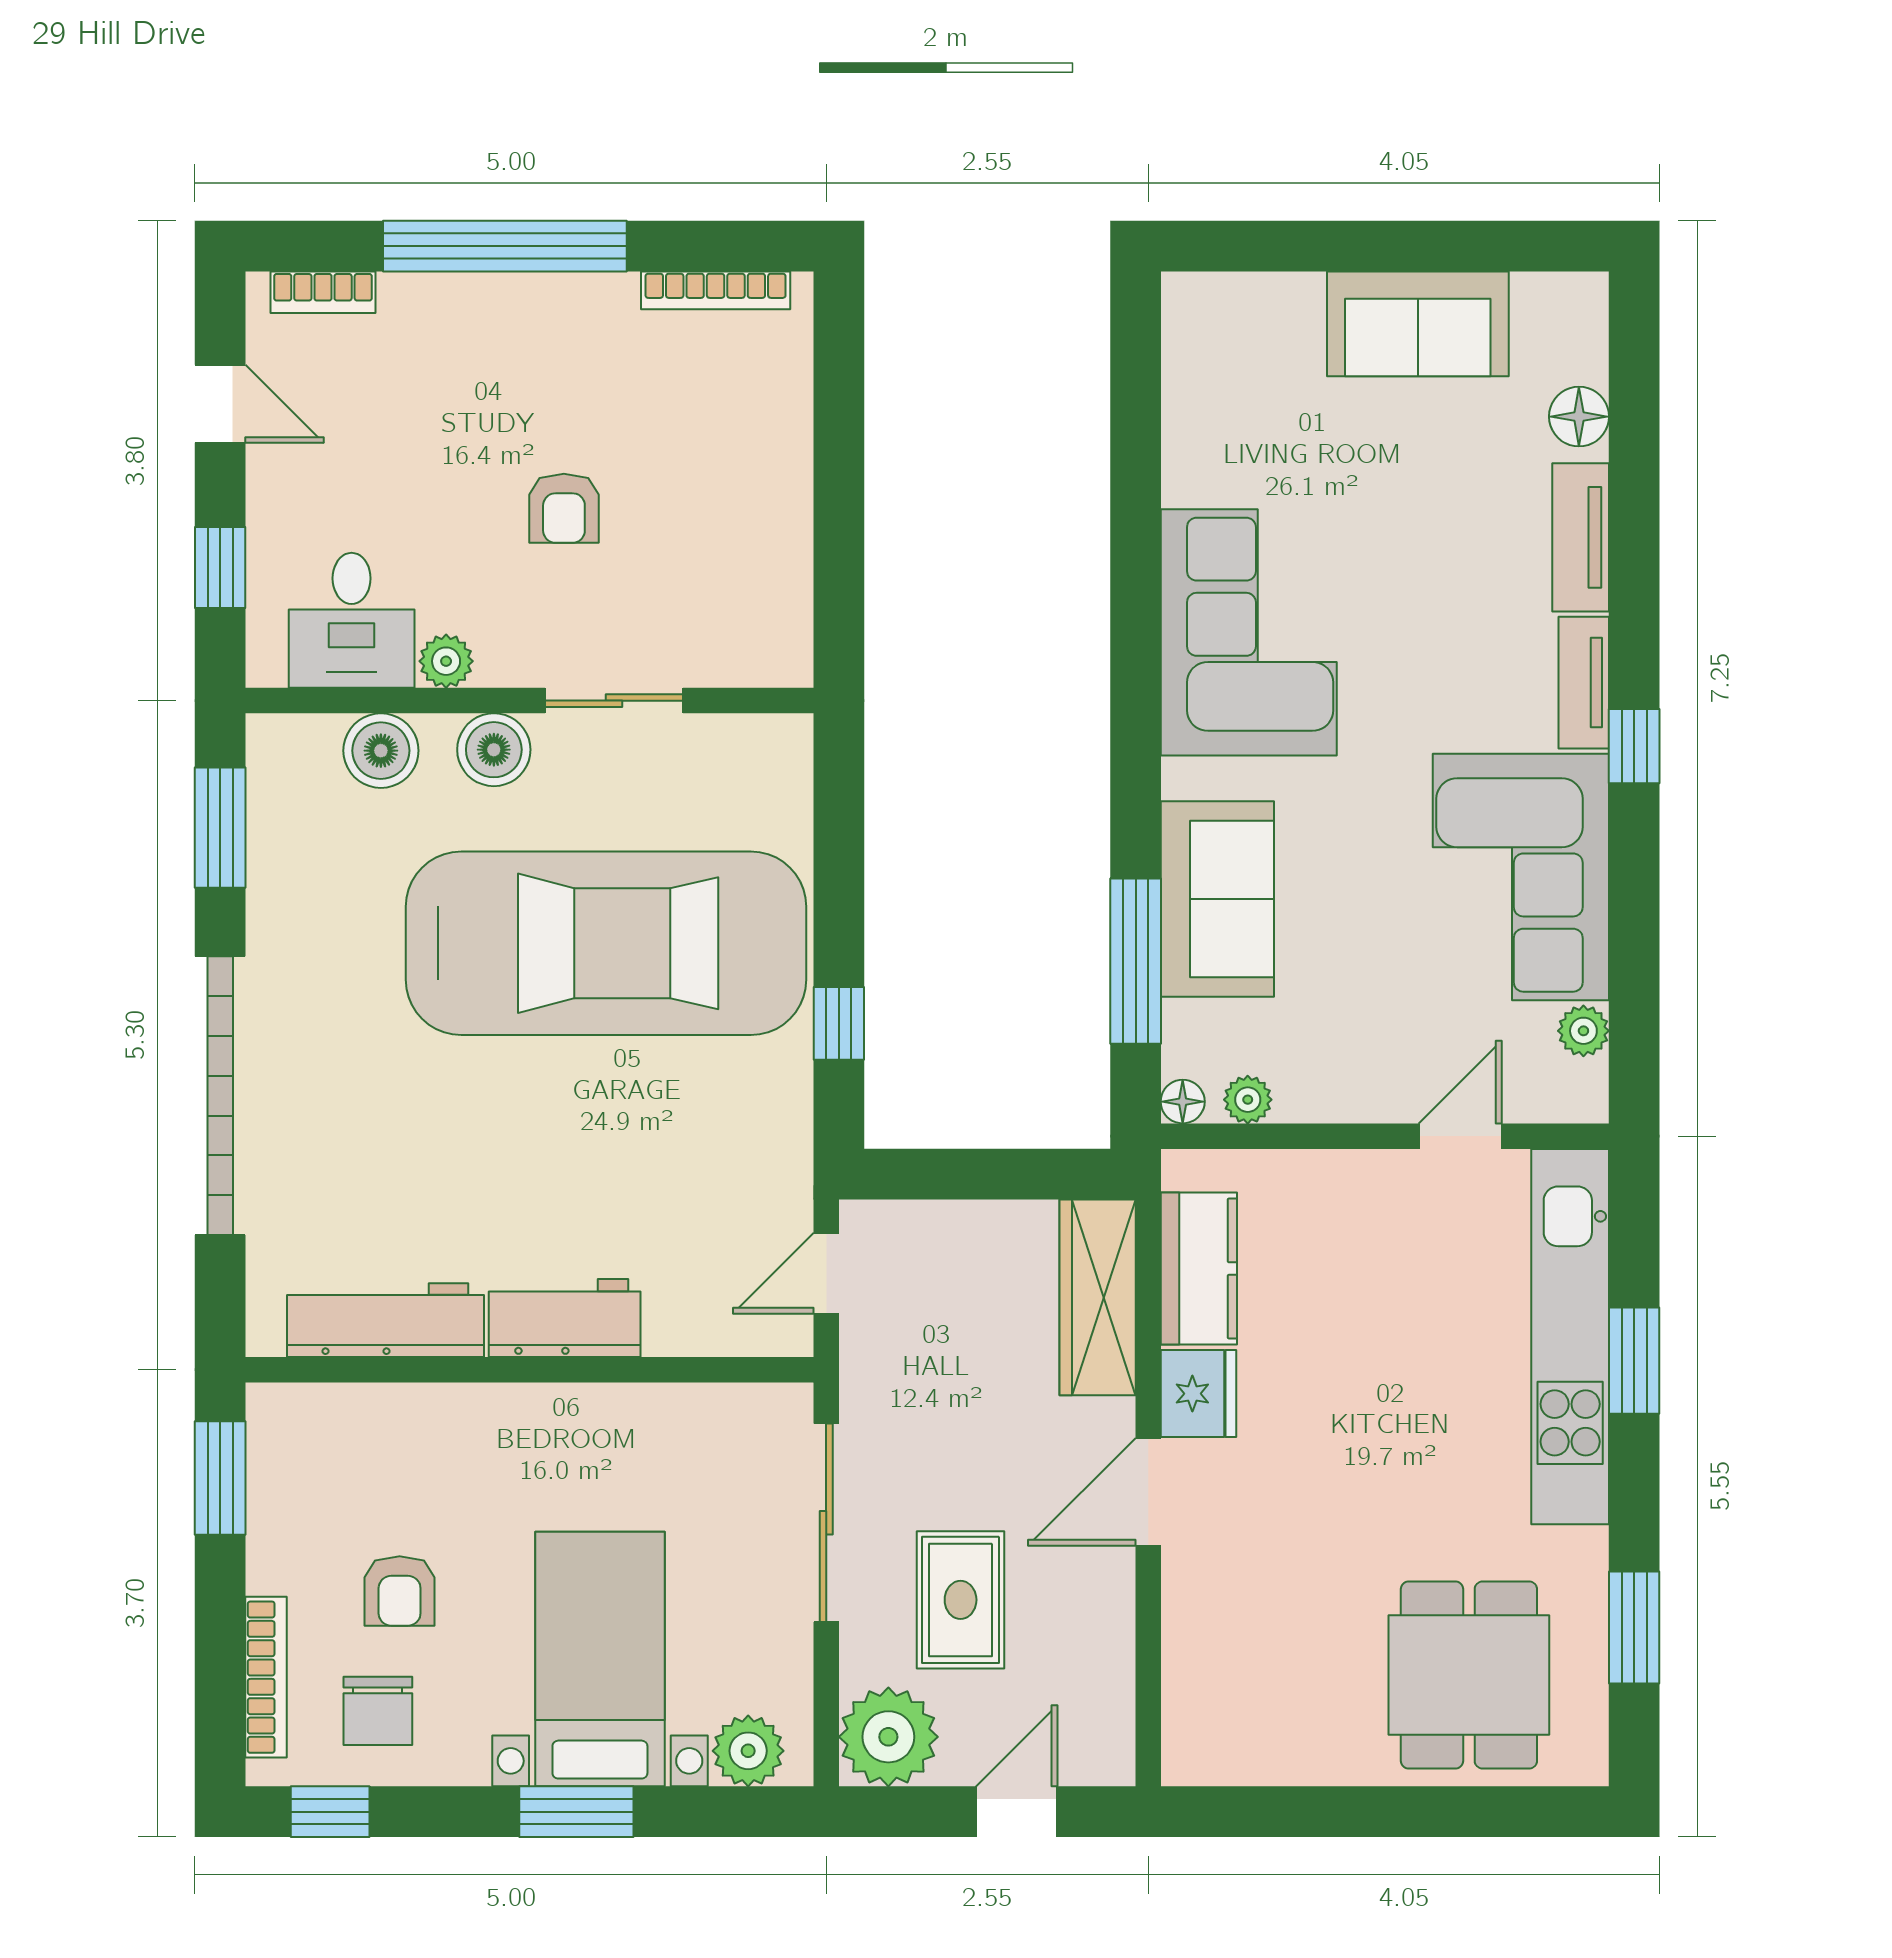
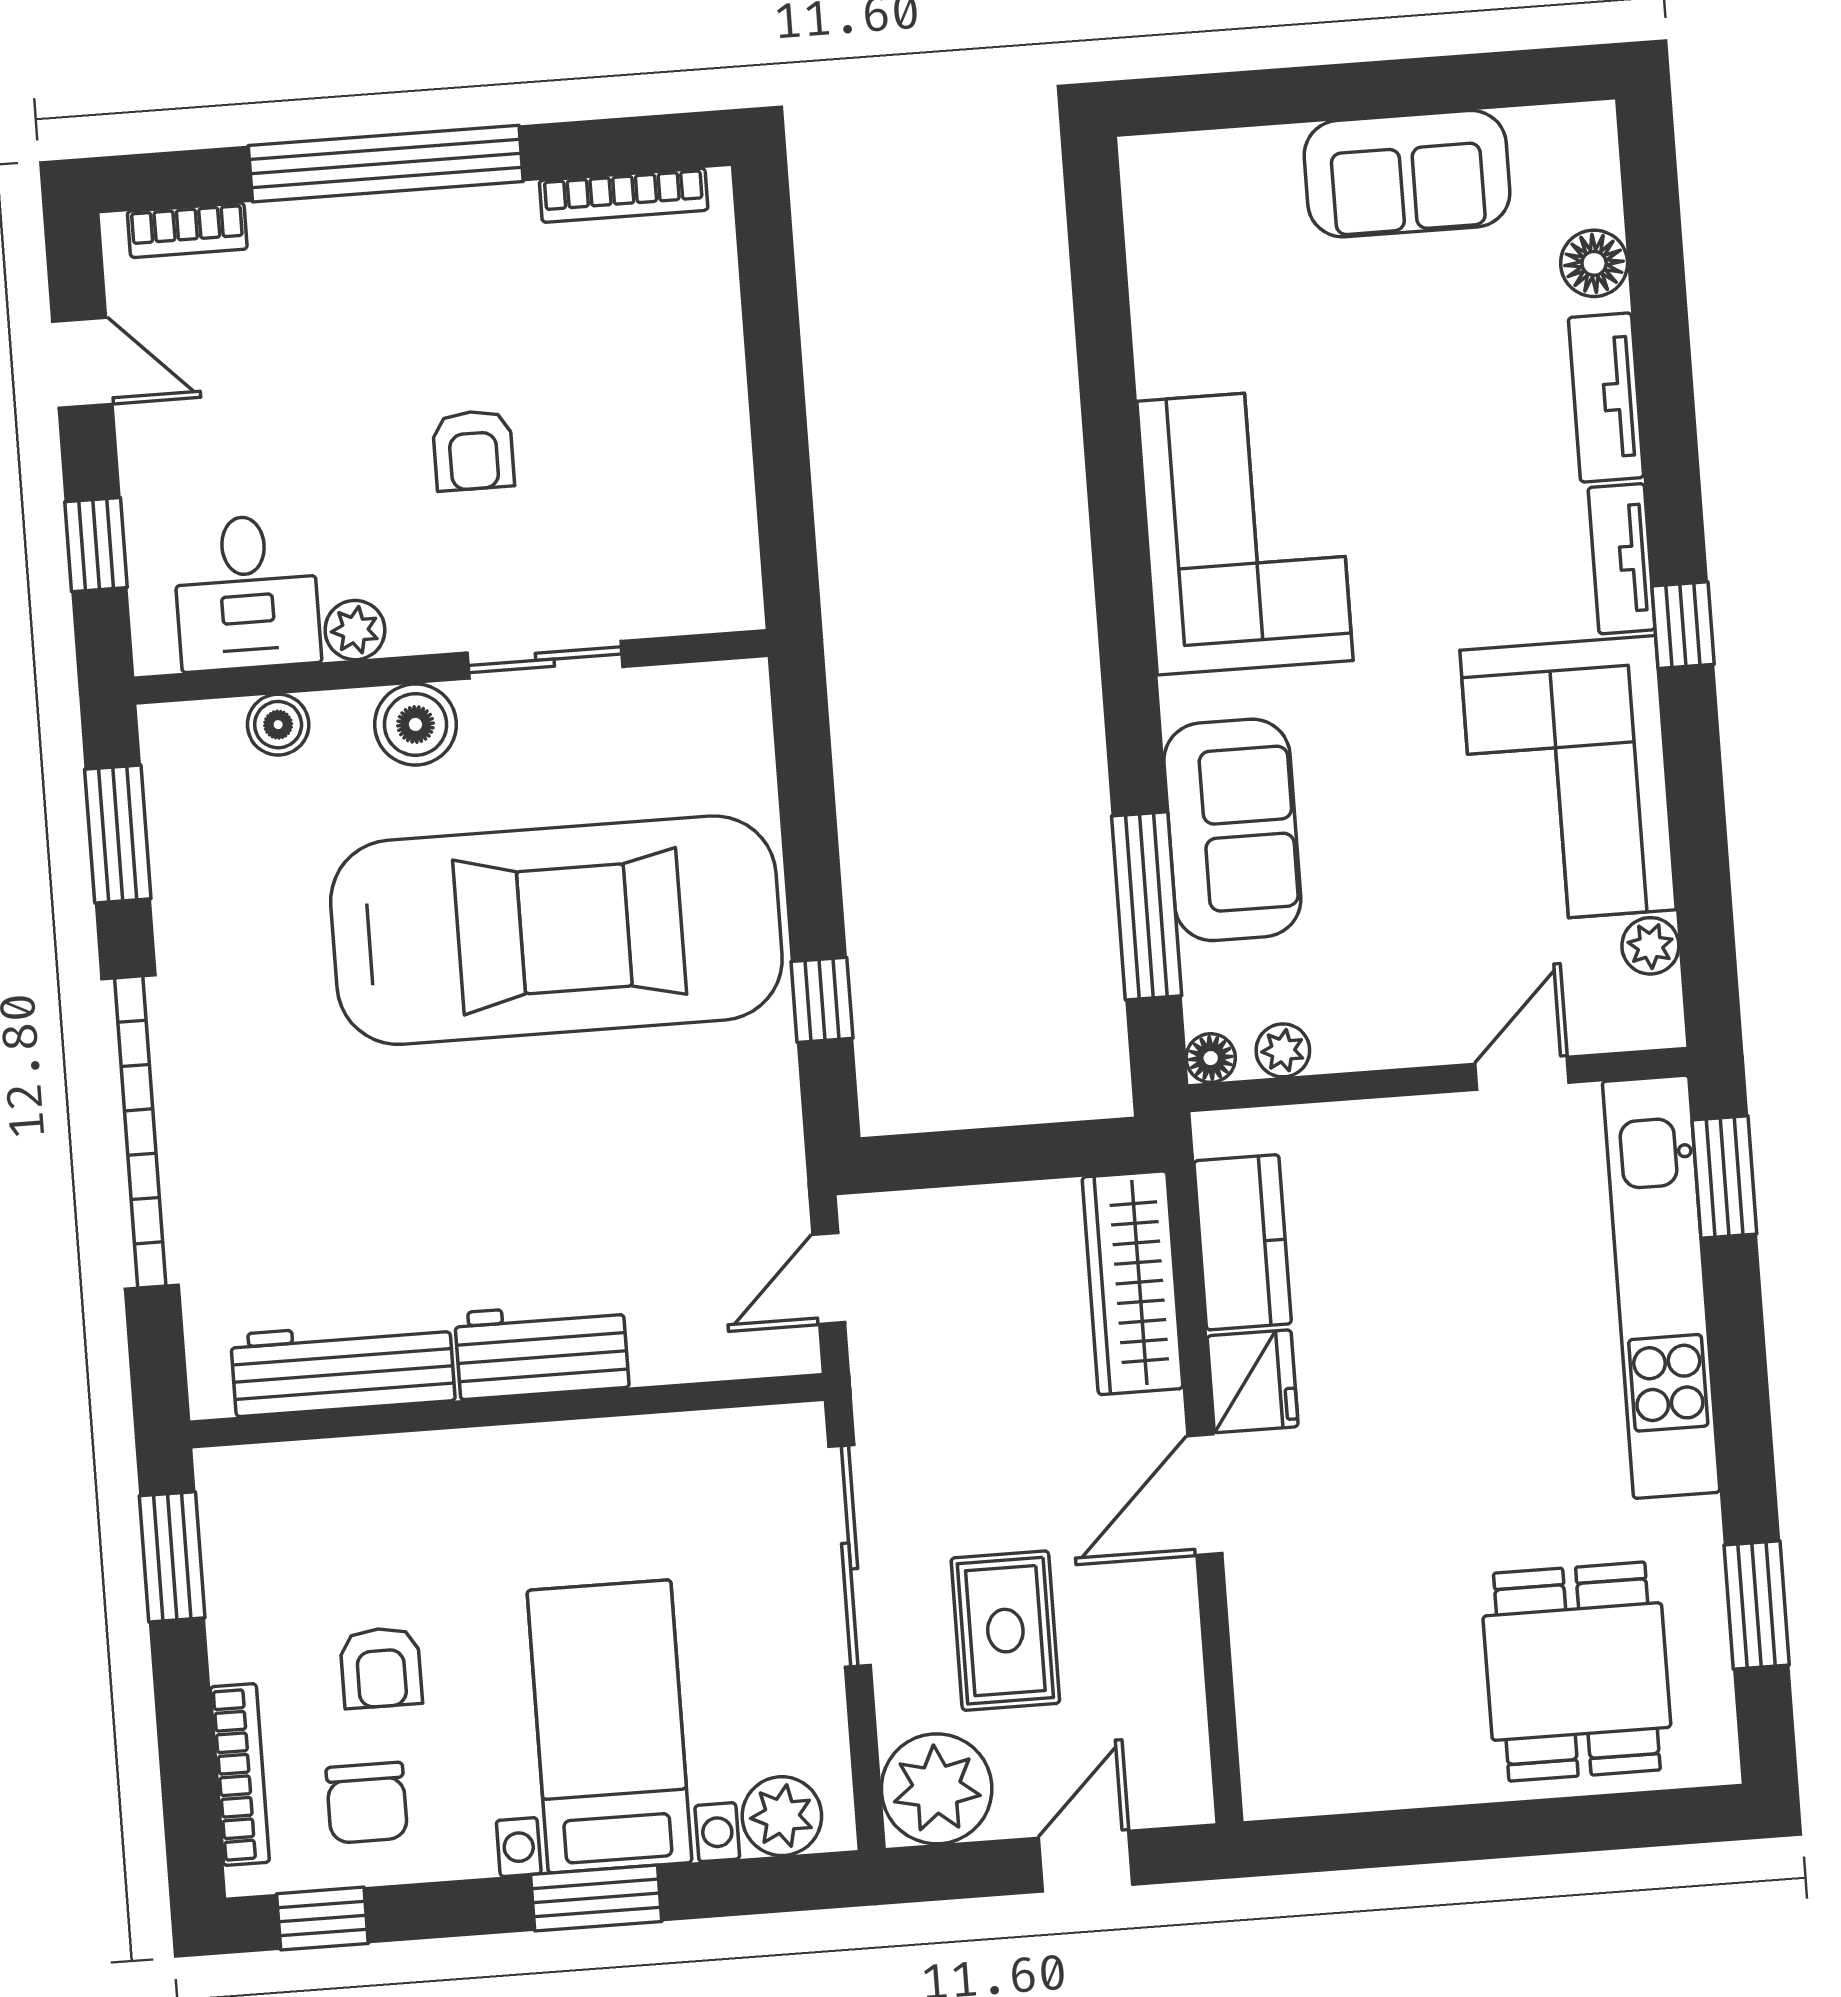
boiler: (381, 751) -> (278, 725), width x0.73, depth x0.73
window: (1634, 1361) -> (1724, 1177), moved

